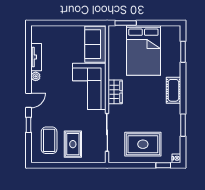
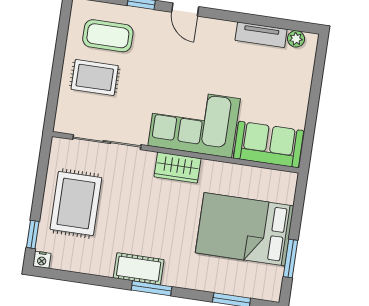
window: (126, 23) -> (291, 259), moved
plant: (36, 76) -> (296, 39), moved
cot: (173, 90) -> (139, 269), moved
window: (183, 125) -> (151, 288), moved

